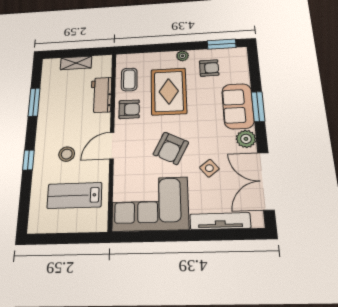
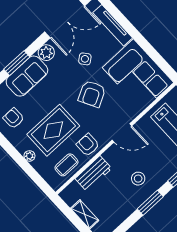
plant: (183, 56) -> (29, 156), moved
window: (34, 102) -> (150, 203), moved
armchair: (171, 148) -> (92, 94), turned 125
stool: (67, 154) -> (138, 179), moved

